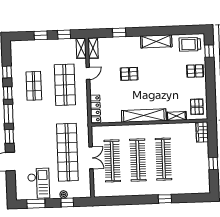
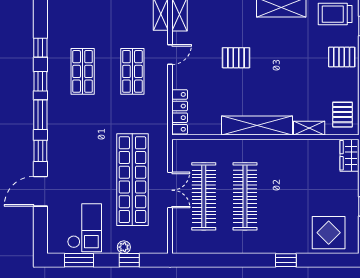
shop shelf: (65, 85) -> (132, 71), width x0.70, depth x0.74
clothes rail: (164, 159) -> (286, 196), removed
display table: (191, 181) -> (329, 233), added

